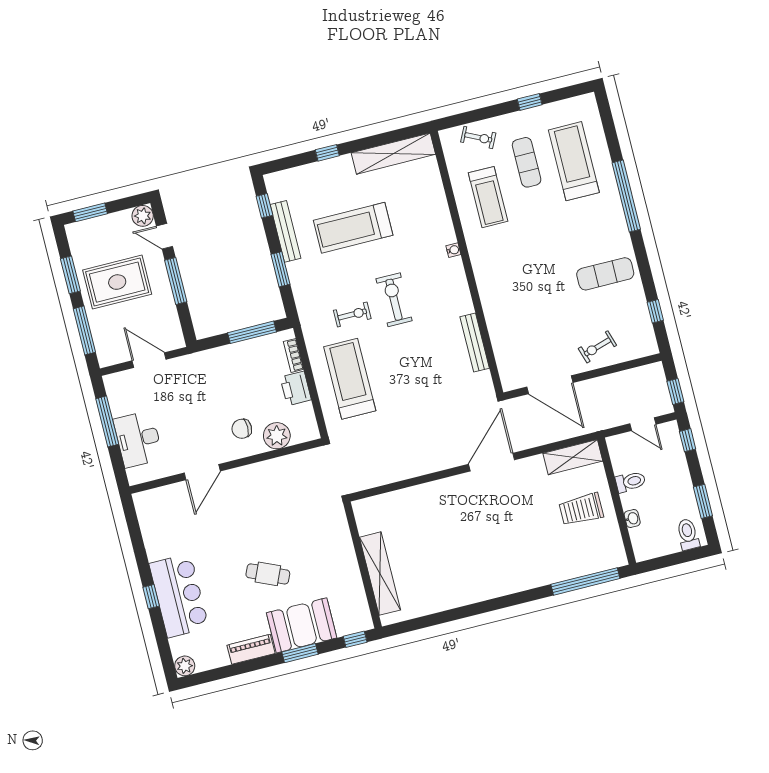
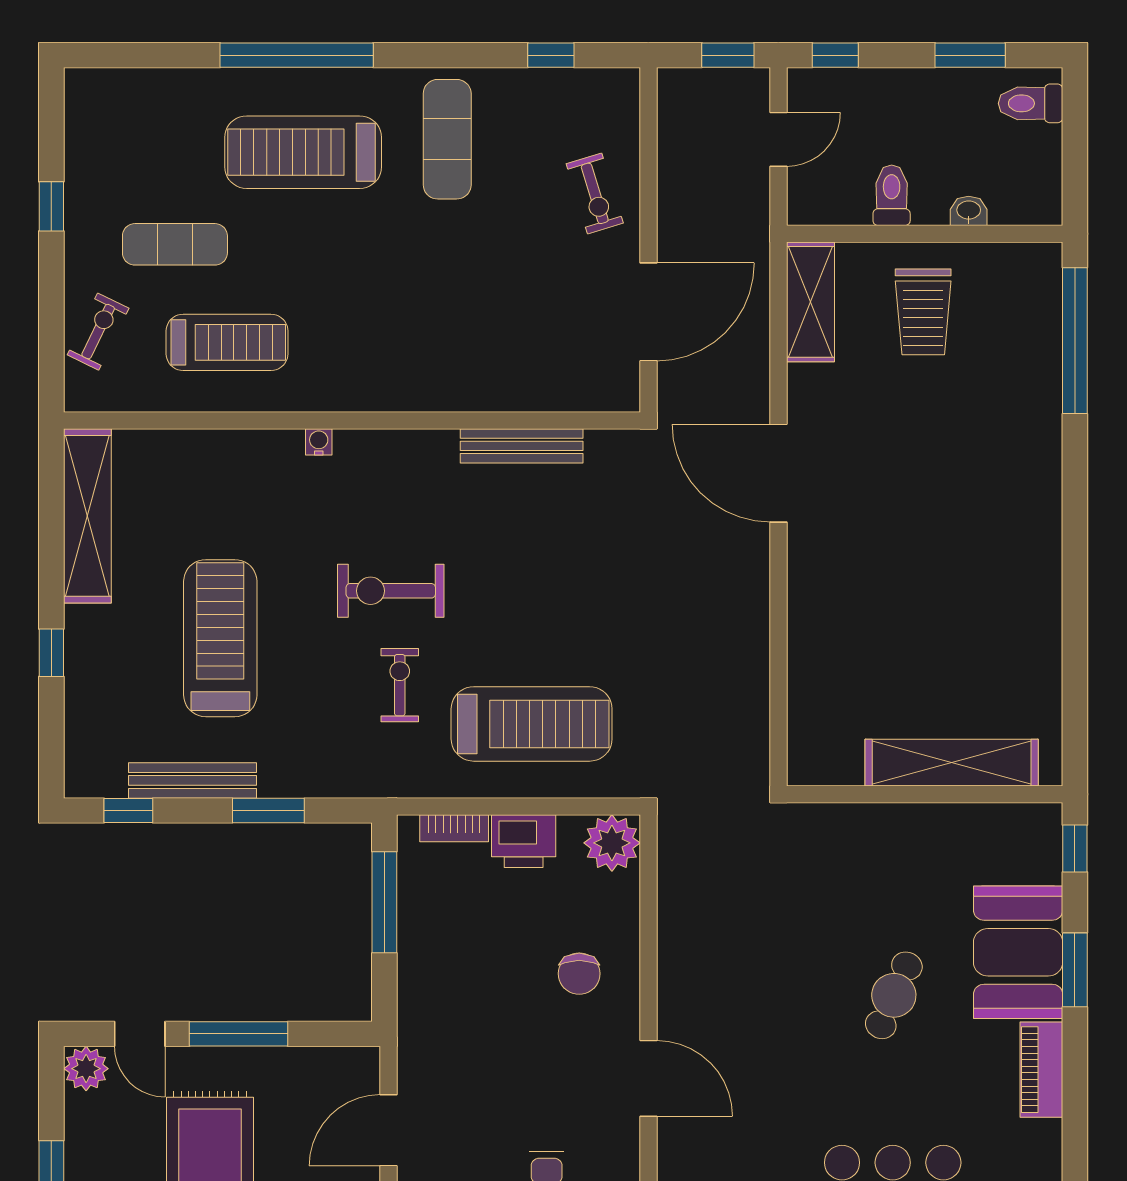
treadmill: (574, 161) -> (303, 152), moved
treadmill: (353, 228) -> (220, 638), turned 180
door: (164, 236) -> (140, 1034), hinge flipped
treadmill: (350, 379) -> (532, 724), turned 180
plant: (277, 436) -> (612, 843), moved

